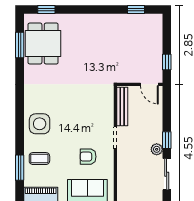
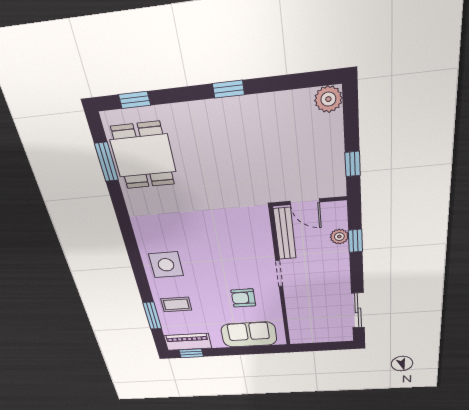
window: (136, 9) -> (228, 89), moved
plant: (155, 21) -> (328, 99), added
door: (149, 84) -> (305, 202), moved
window: (167, 140) -> (355, 241), moved
plant: (157, 149) -> (339, 237), moved

